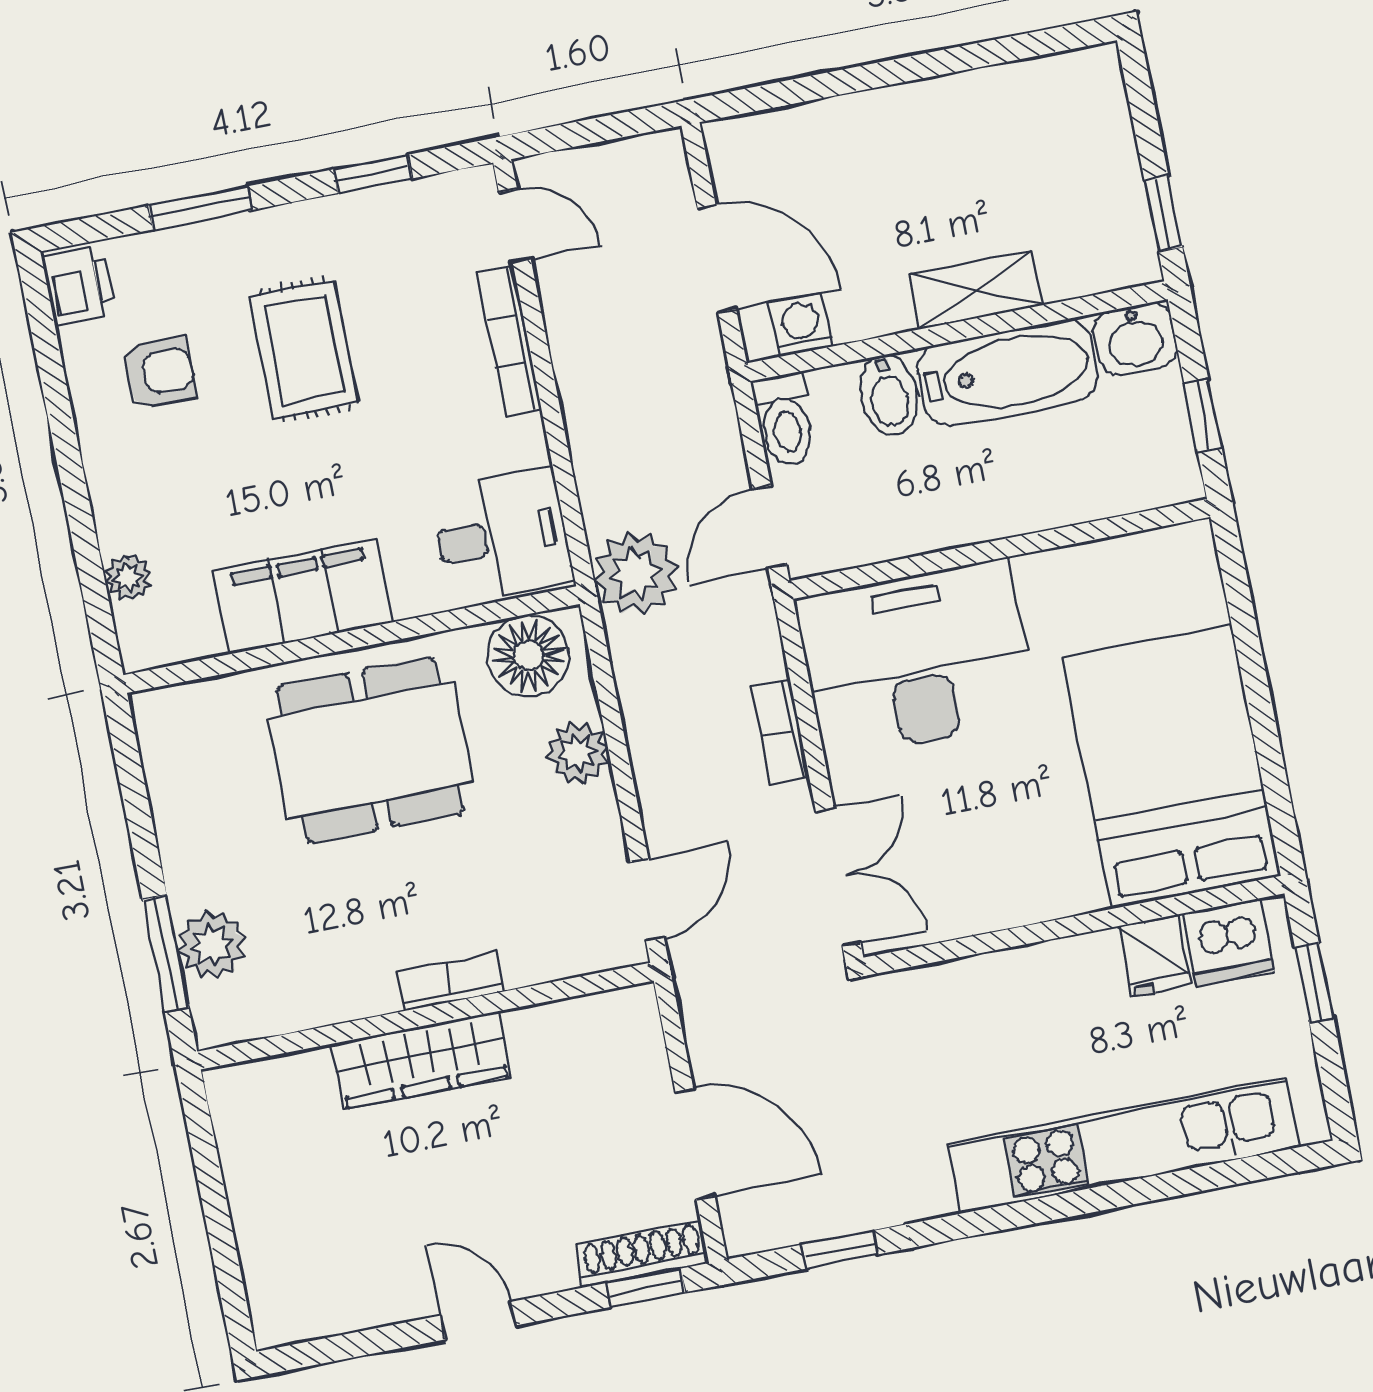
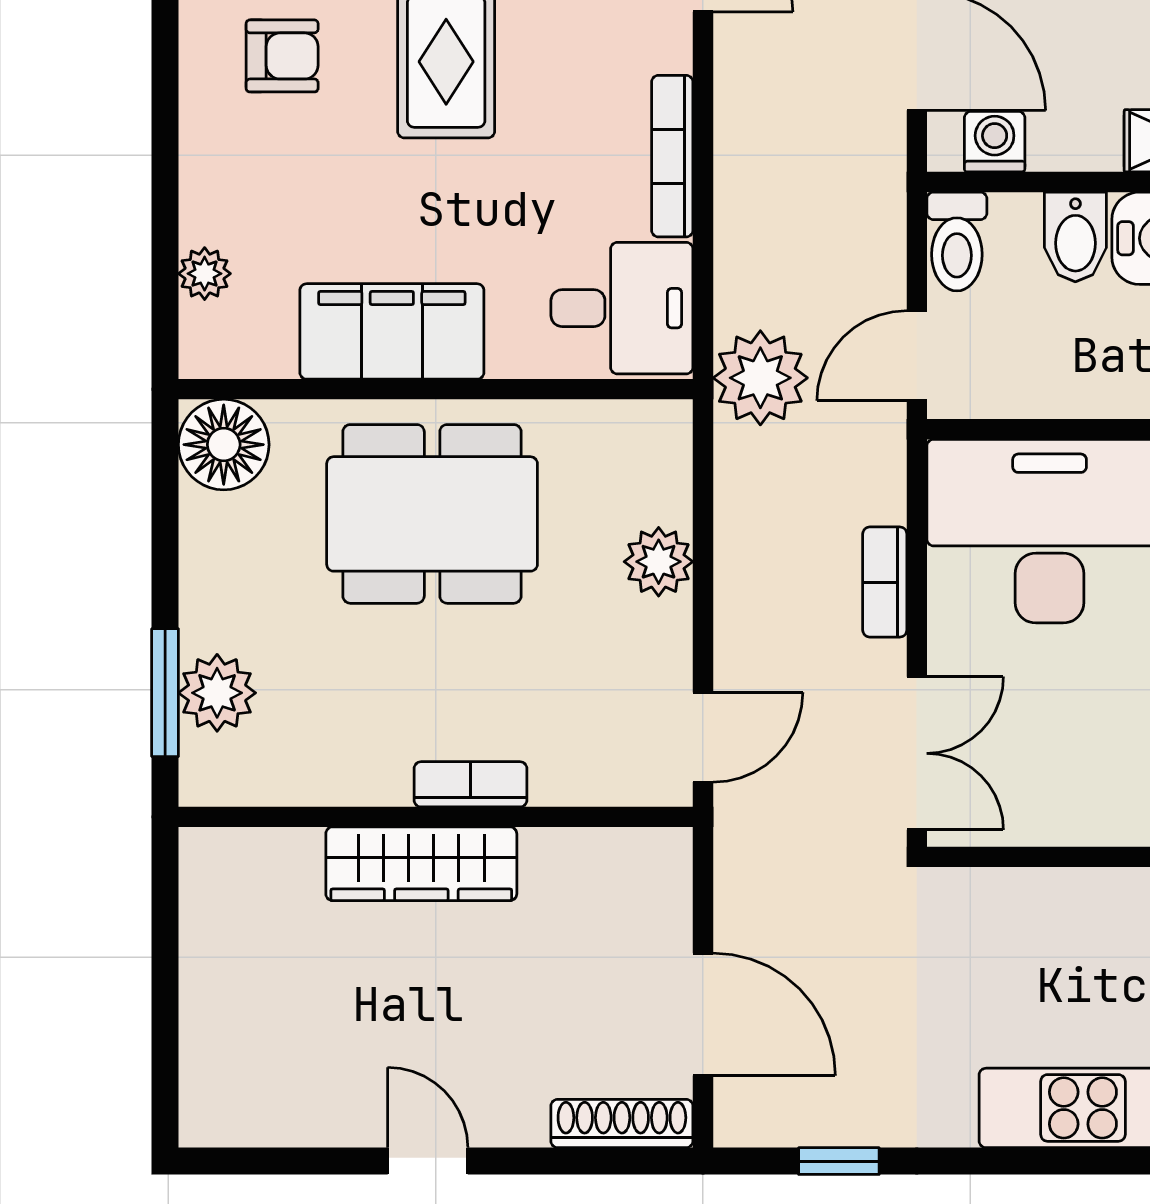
bookcase: (509, 341) -> (672, 156), moved
floor lamp: (528, 655) -> (224, 445), moved
window: (646, 1288) -> (618, 1161), removed

